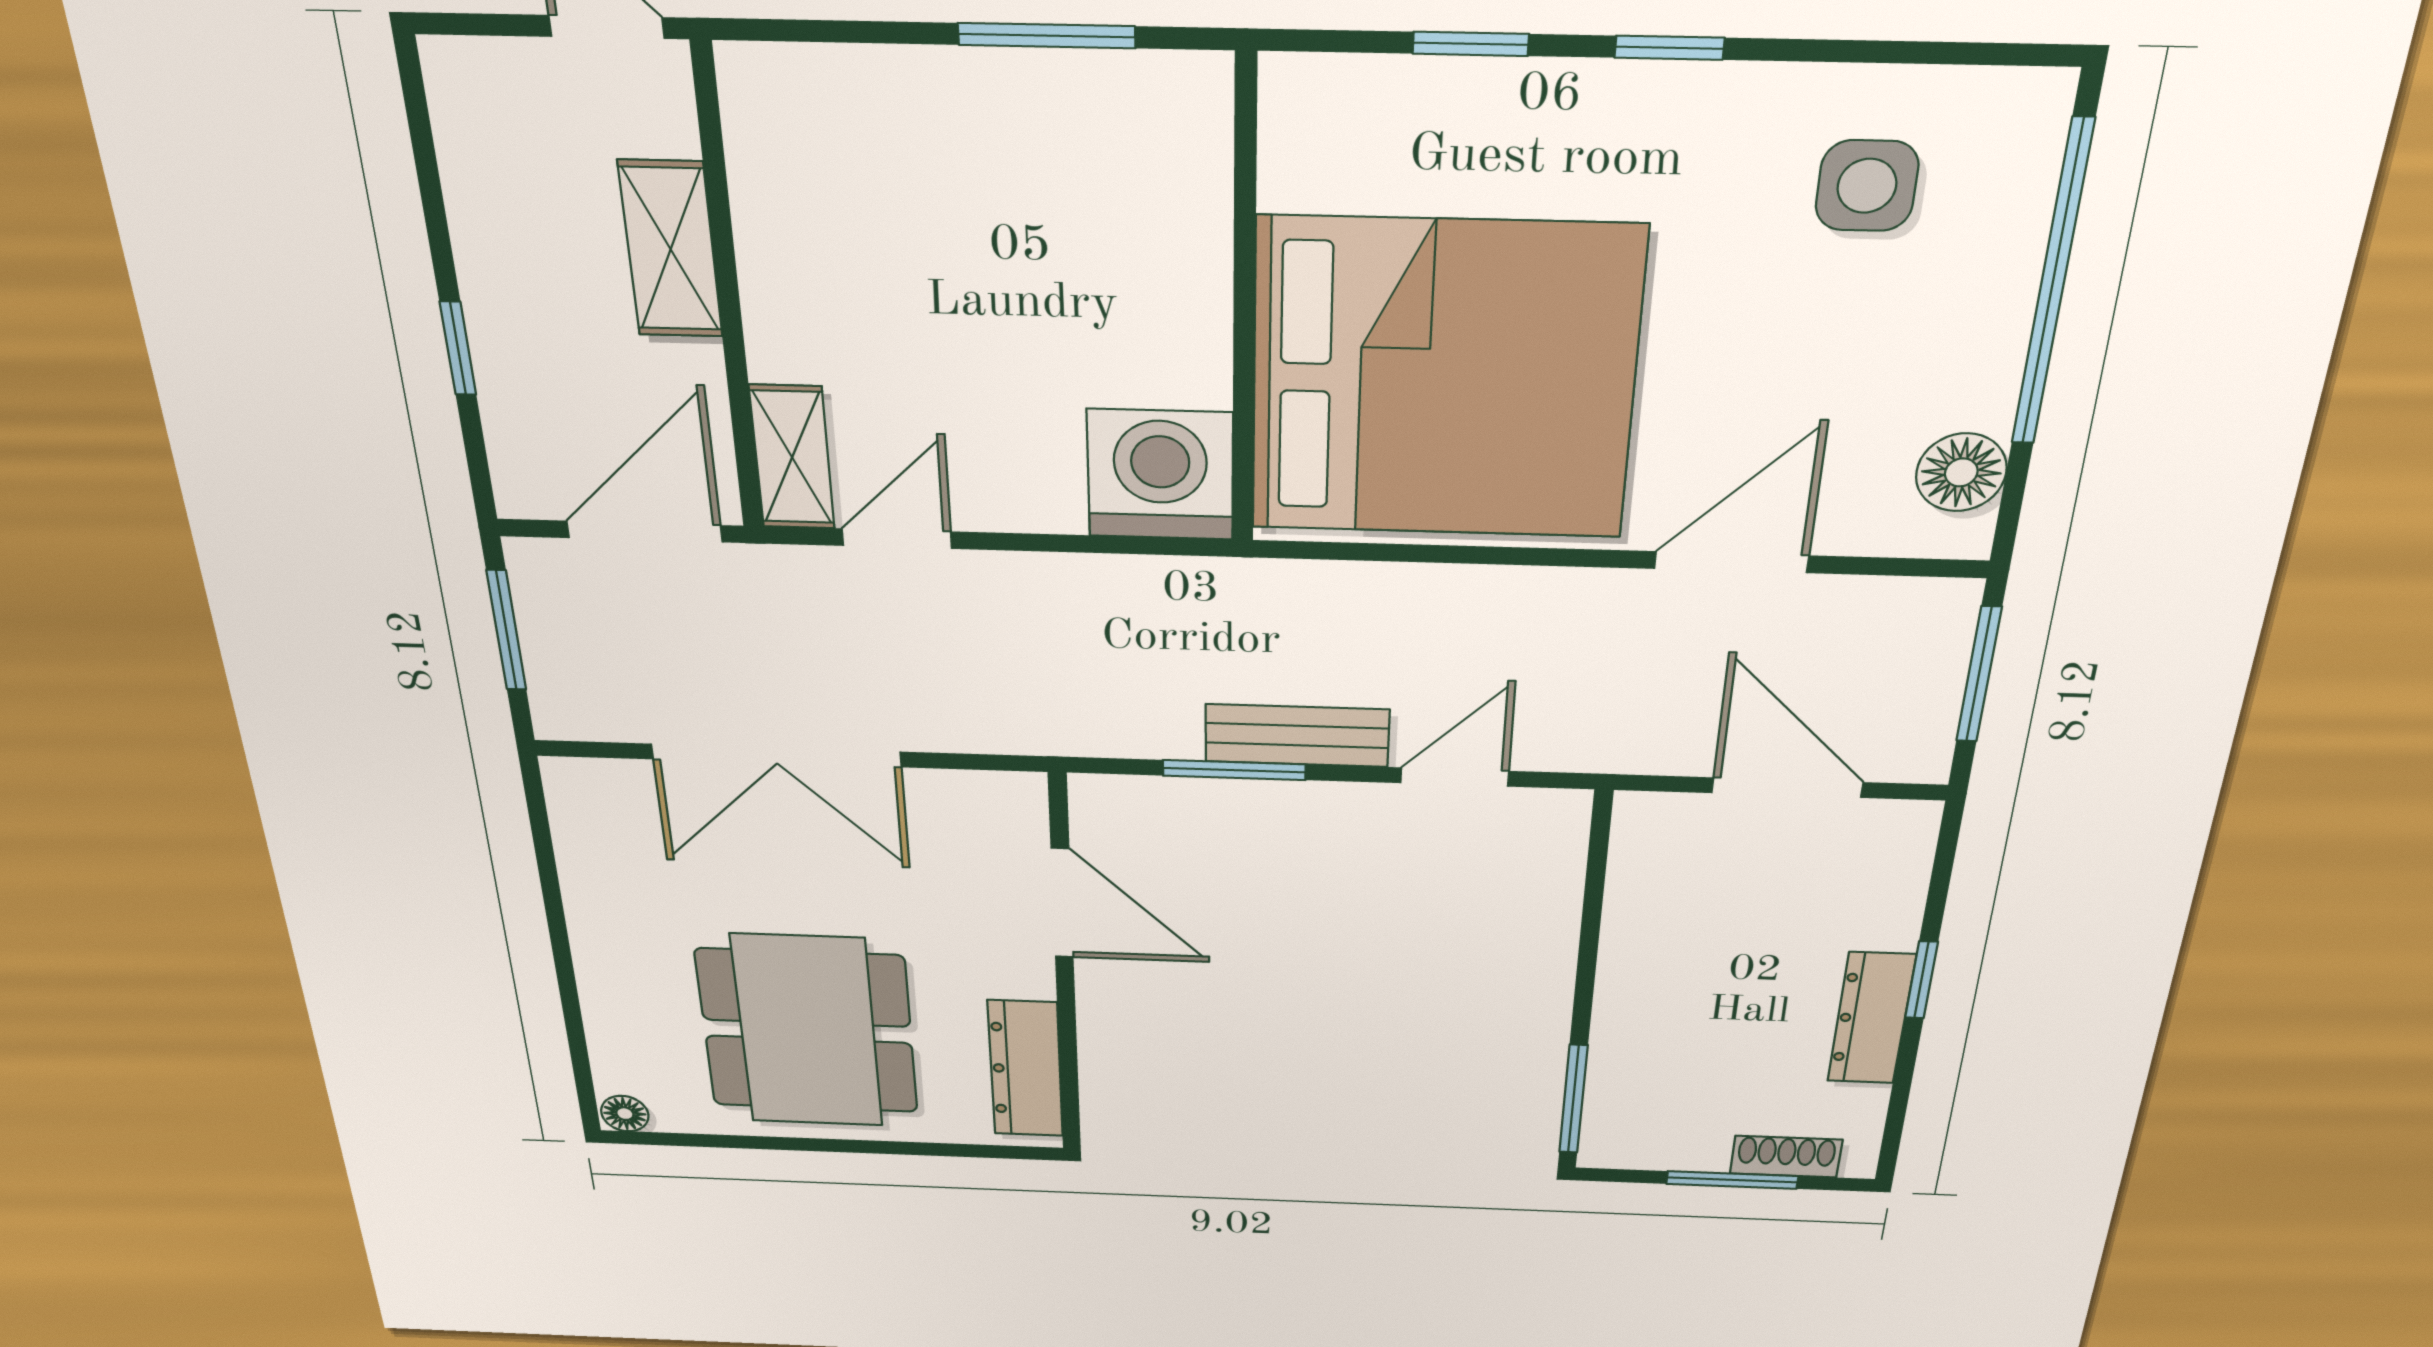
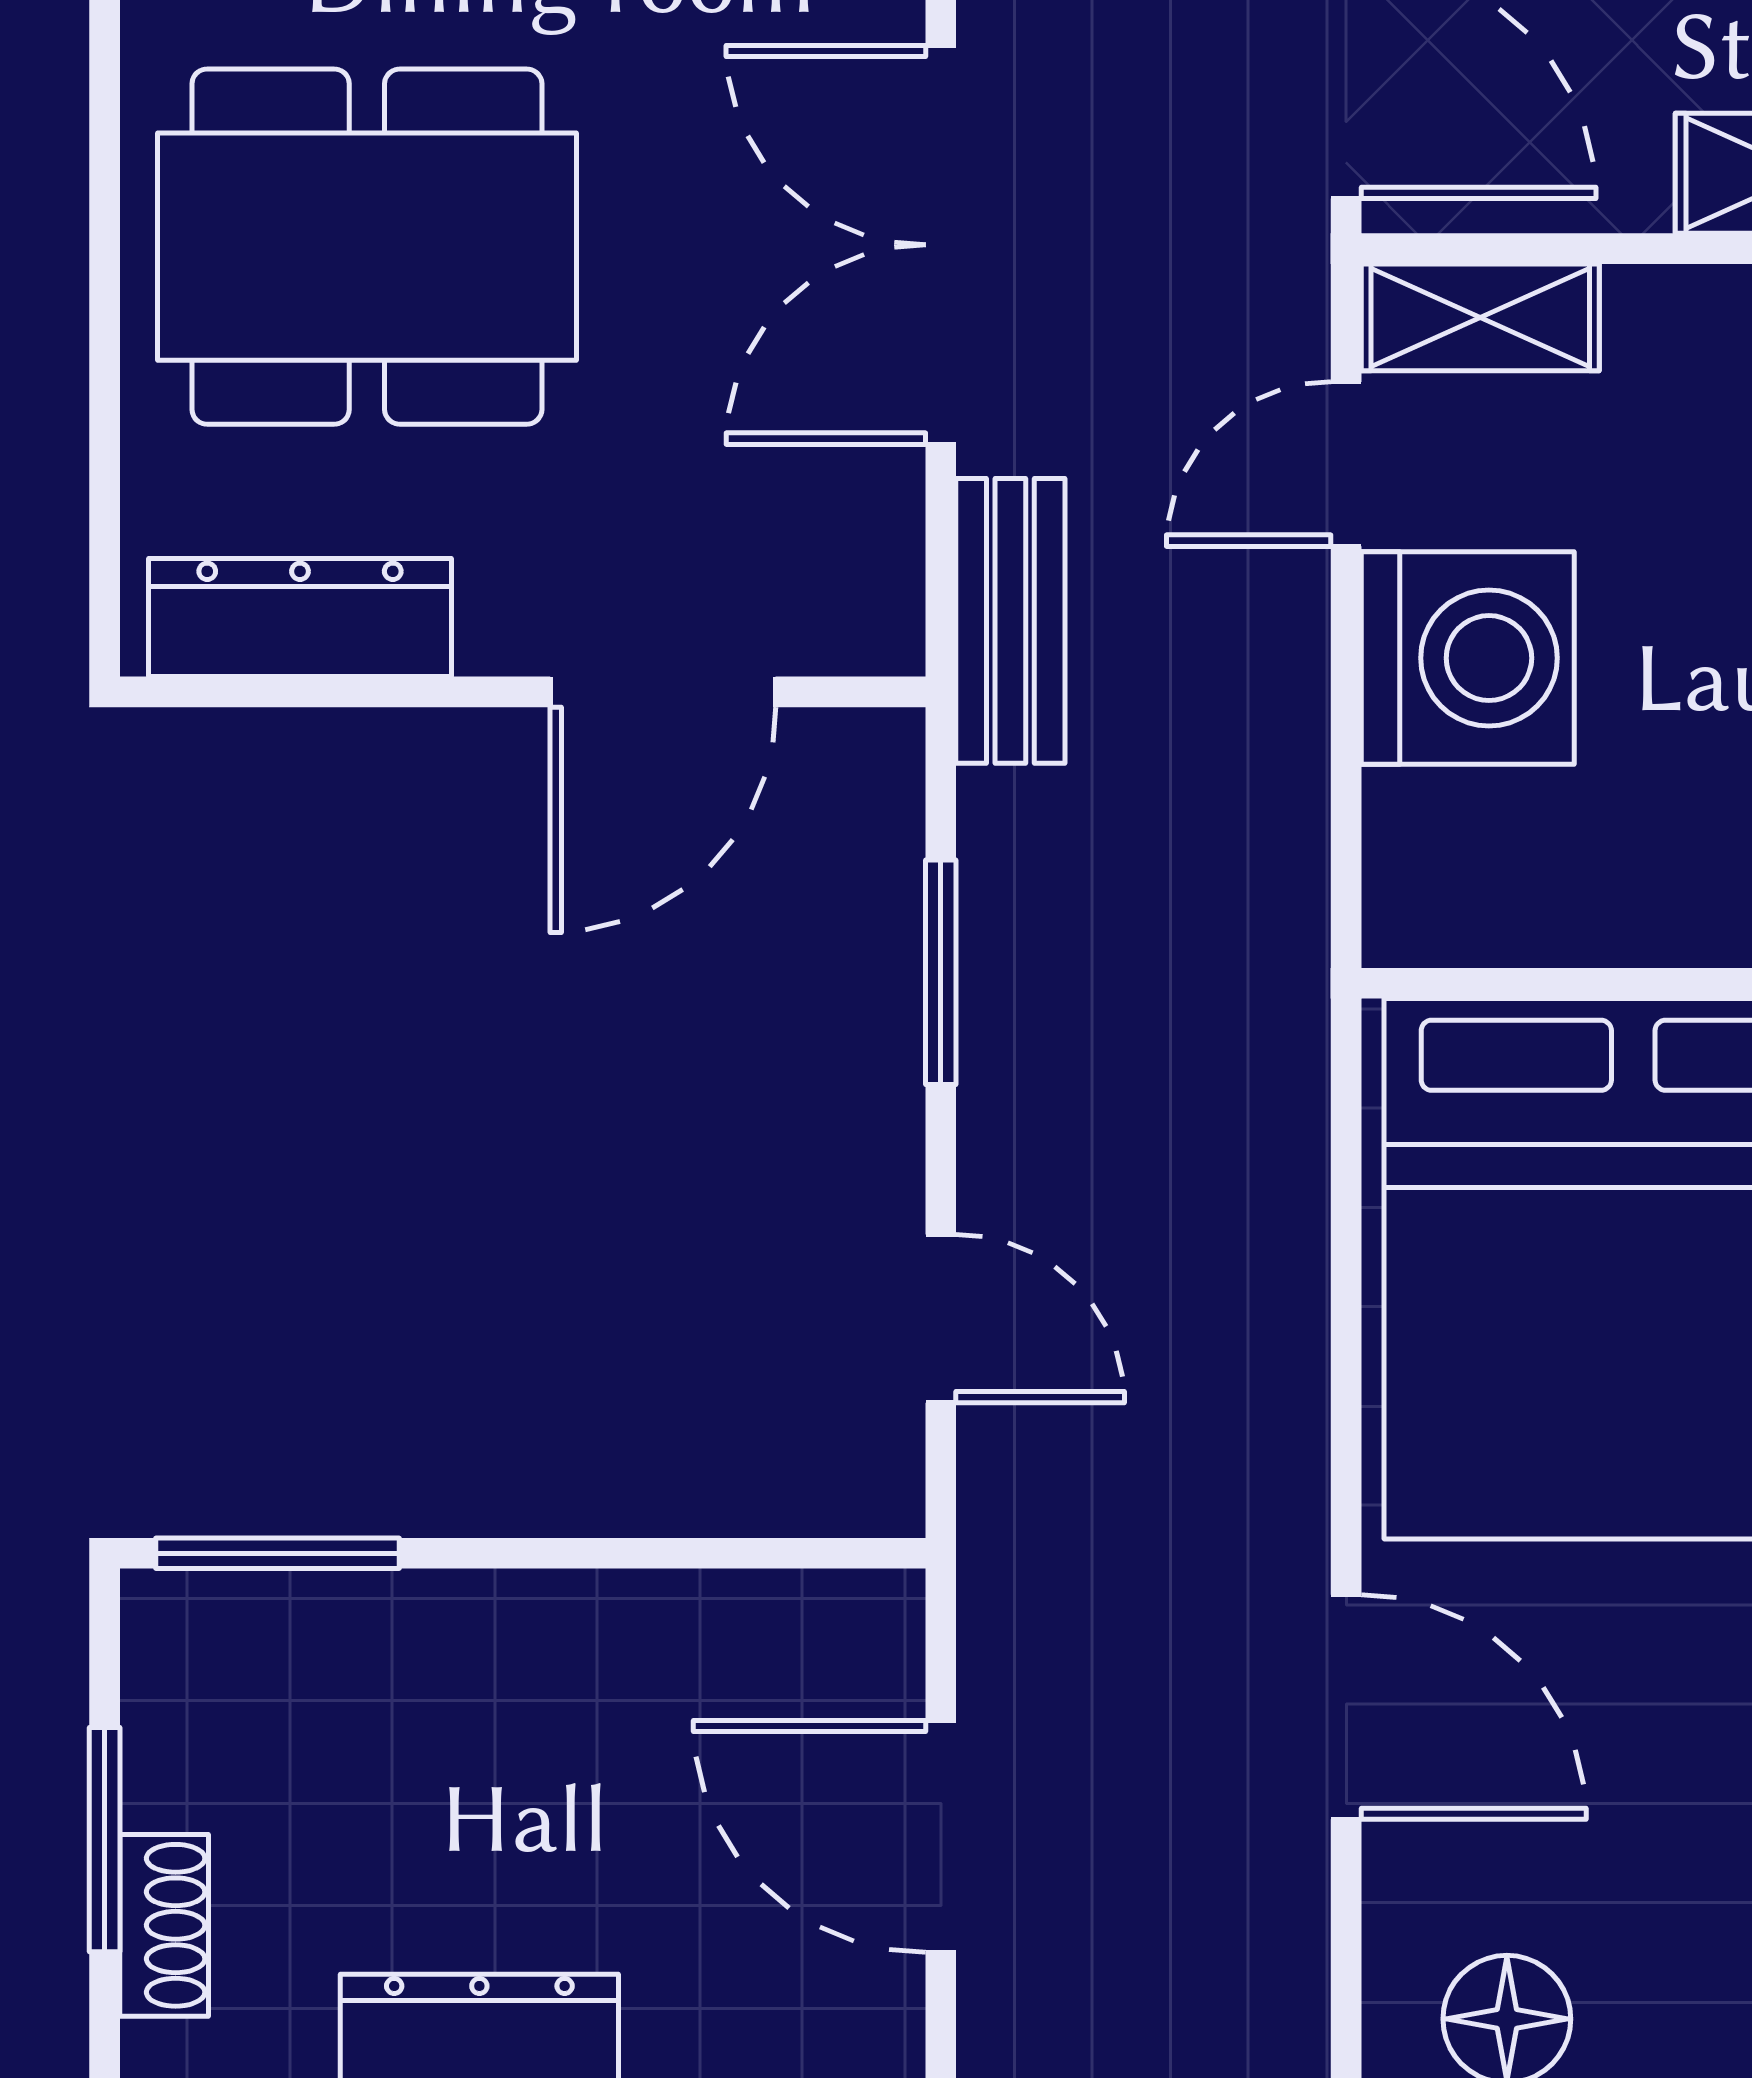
washing machine: (1160, 475) -> (1468, 658), moved
door: (897, 539) -> (1346, 464), swing flipped
bench: (1297, 736) -> (1010, 621), moved
door: (1787, 788) -> (941, 1836), swing flipped

